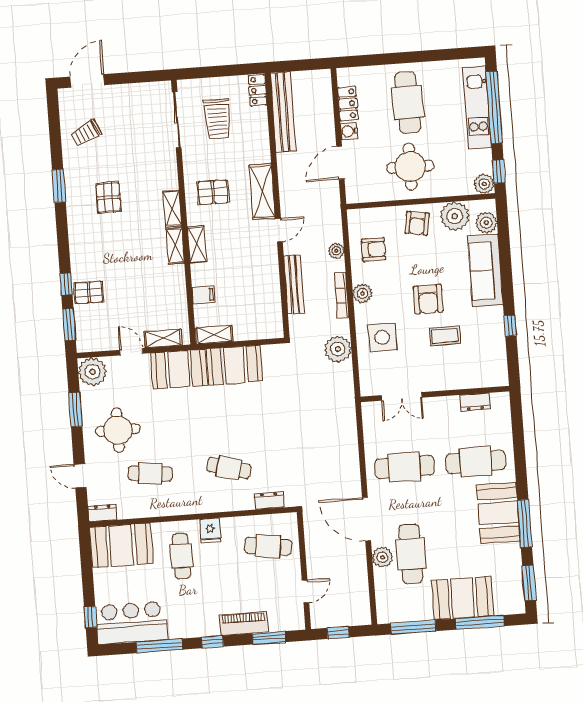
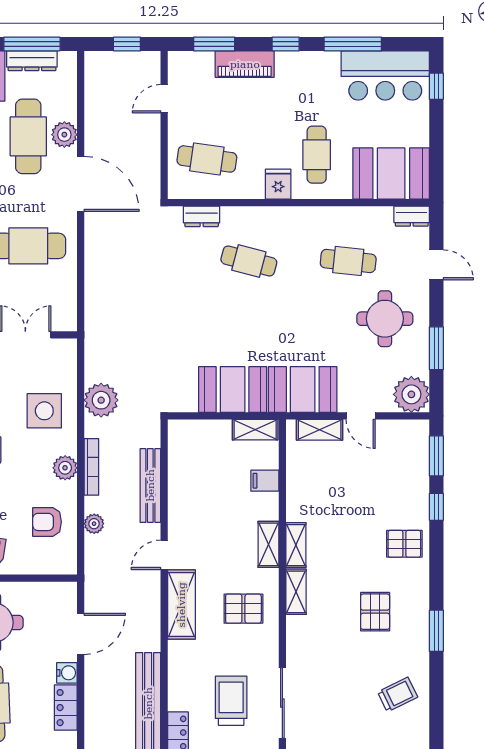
pallet: (89, 292) -> (404, 544), moved
dresser: (412, 614) -> (32, 61), added

